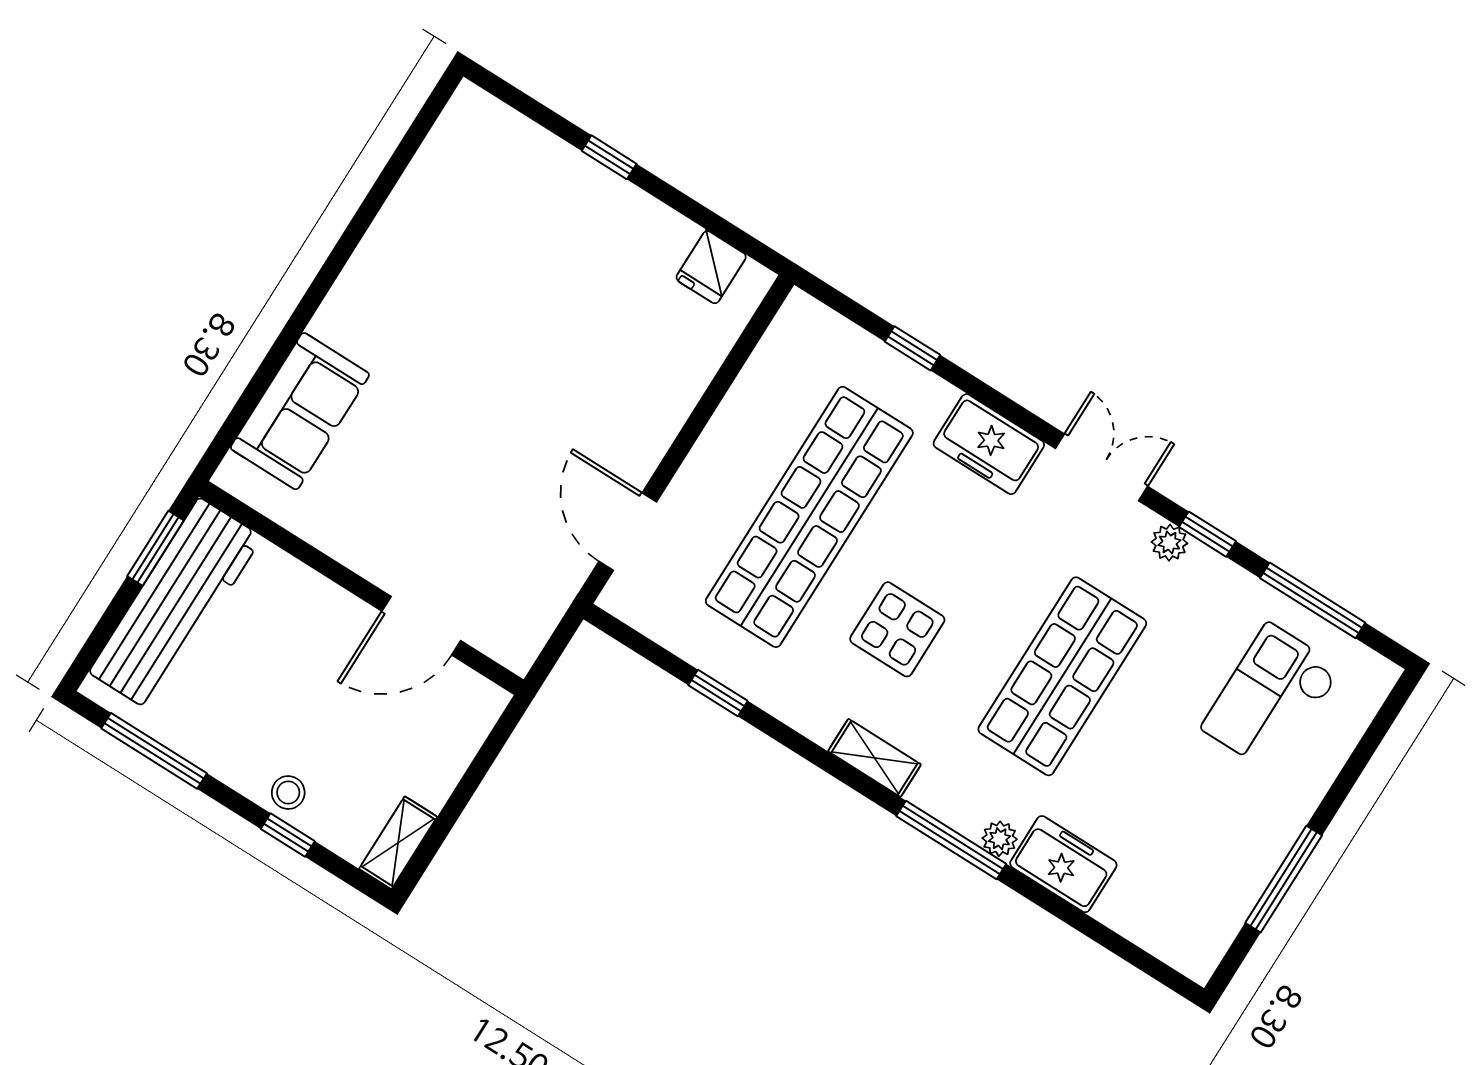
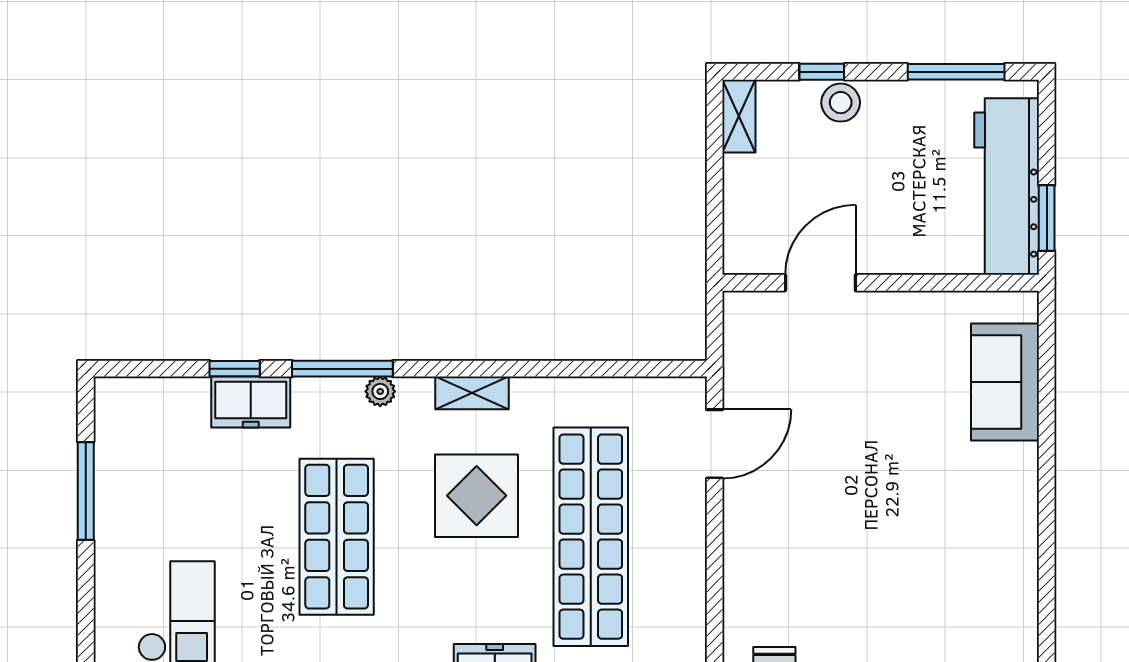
door: (628, 532) -> (715, 444), hinge flipped
display table: (897, 629) -> (477, 496), width x1.36, depth x1.36
window: (718, 693) -> (235, 369), moved
shelving: (874, 758) -> (472, 393), moved
stool: (288, 792) -> (841, 103), width x1.37, depth x1.37
plant: (1000, 839) -> (380, 391), moved

